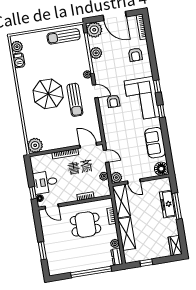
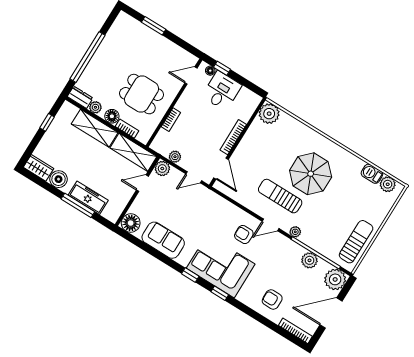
door: (88, 145) -> (221, 169), hinge flipped
dining table: (85, 225) -> (142, 94), turned 90
boiler: (172, 229) -> (59, 179), added
floor lamp: (112, 230) -> (112, 116), added

